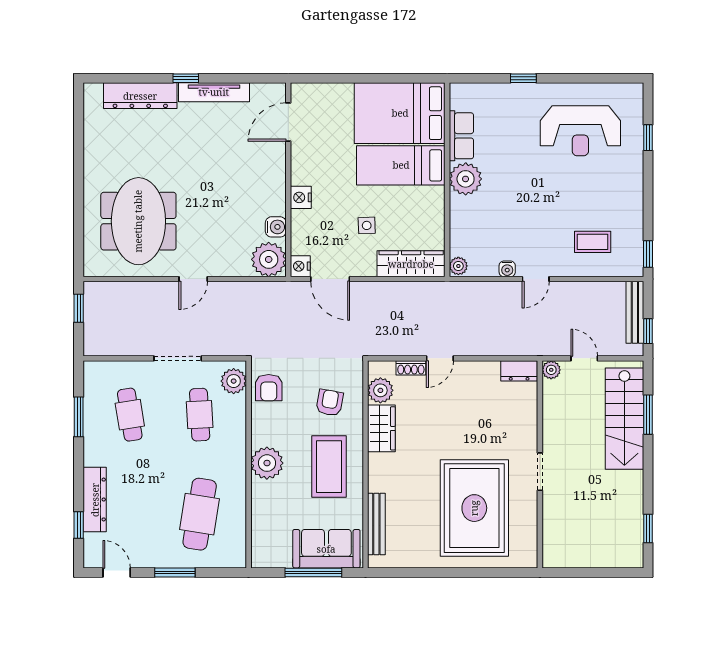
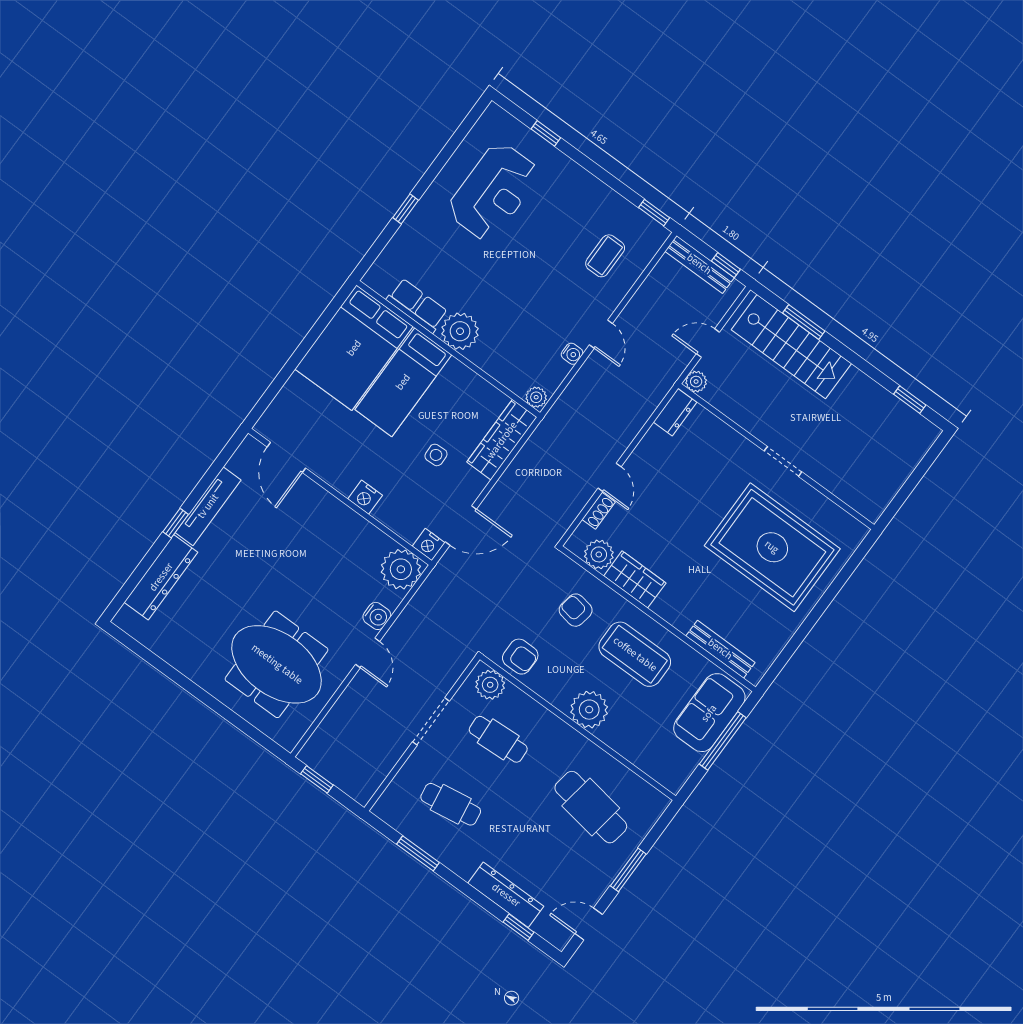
water cooler: (276, 227) -> (377, 616), moved, turned 90

